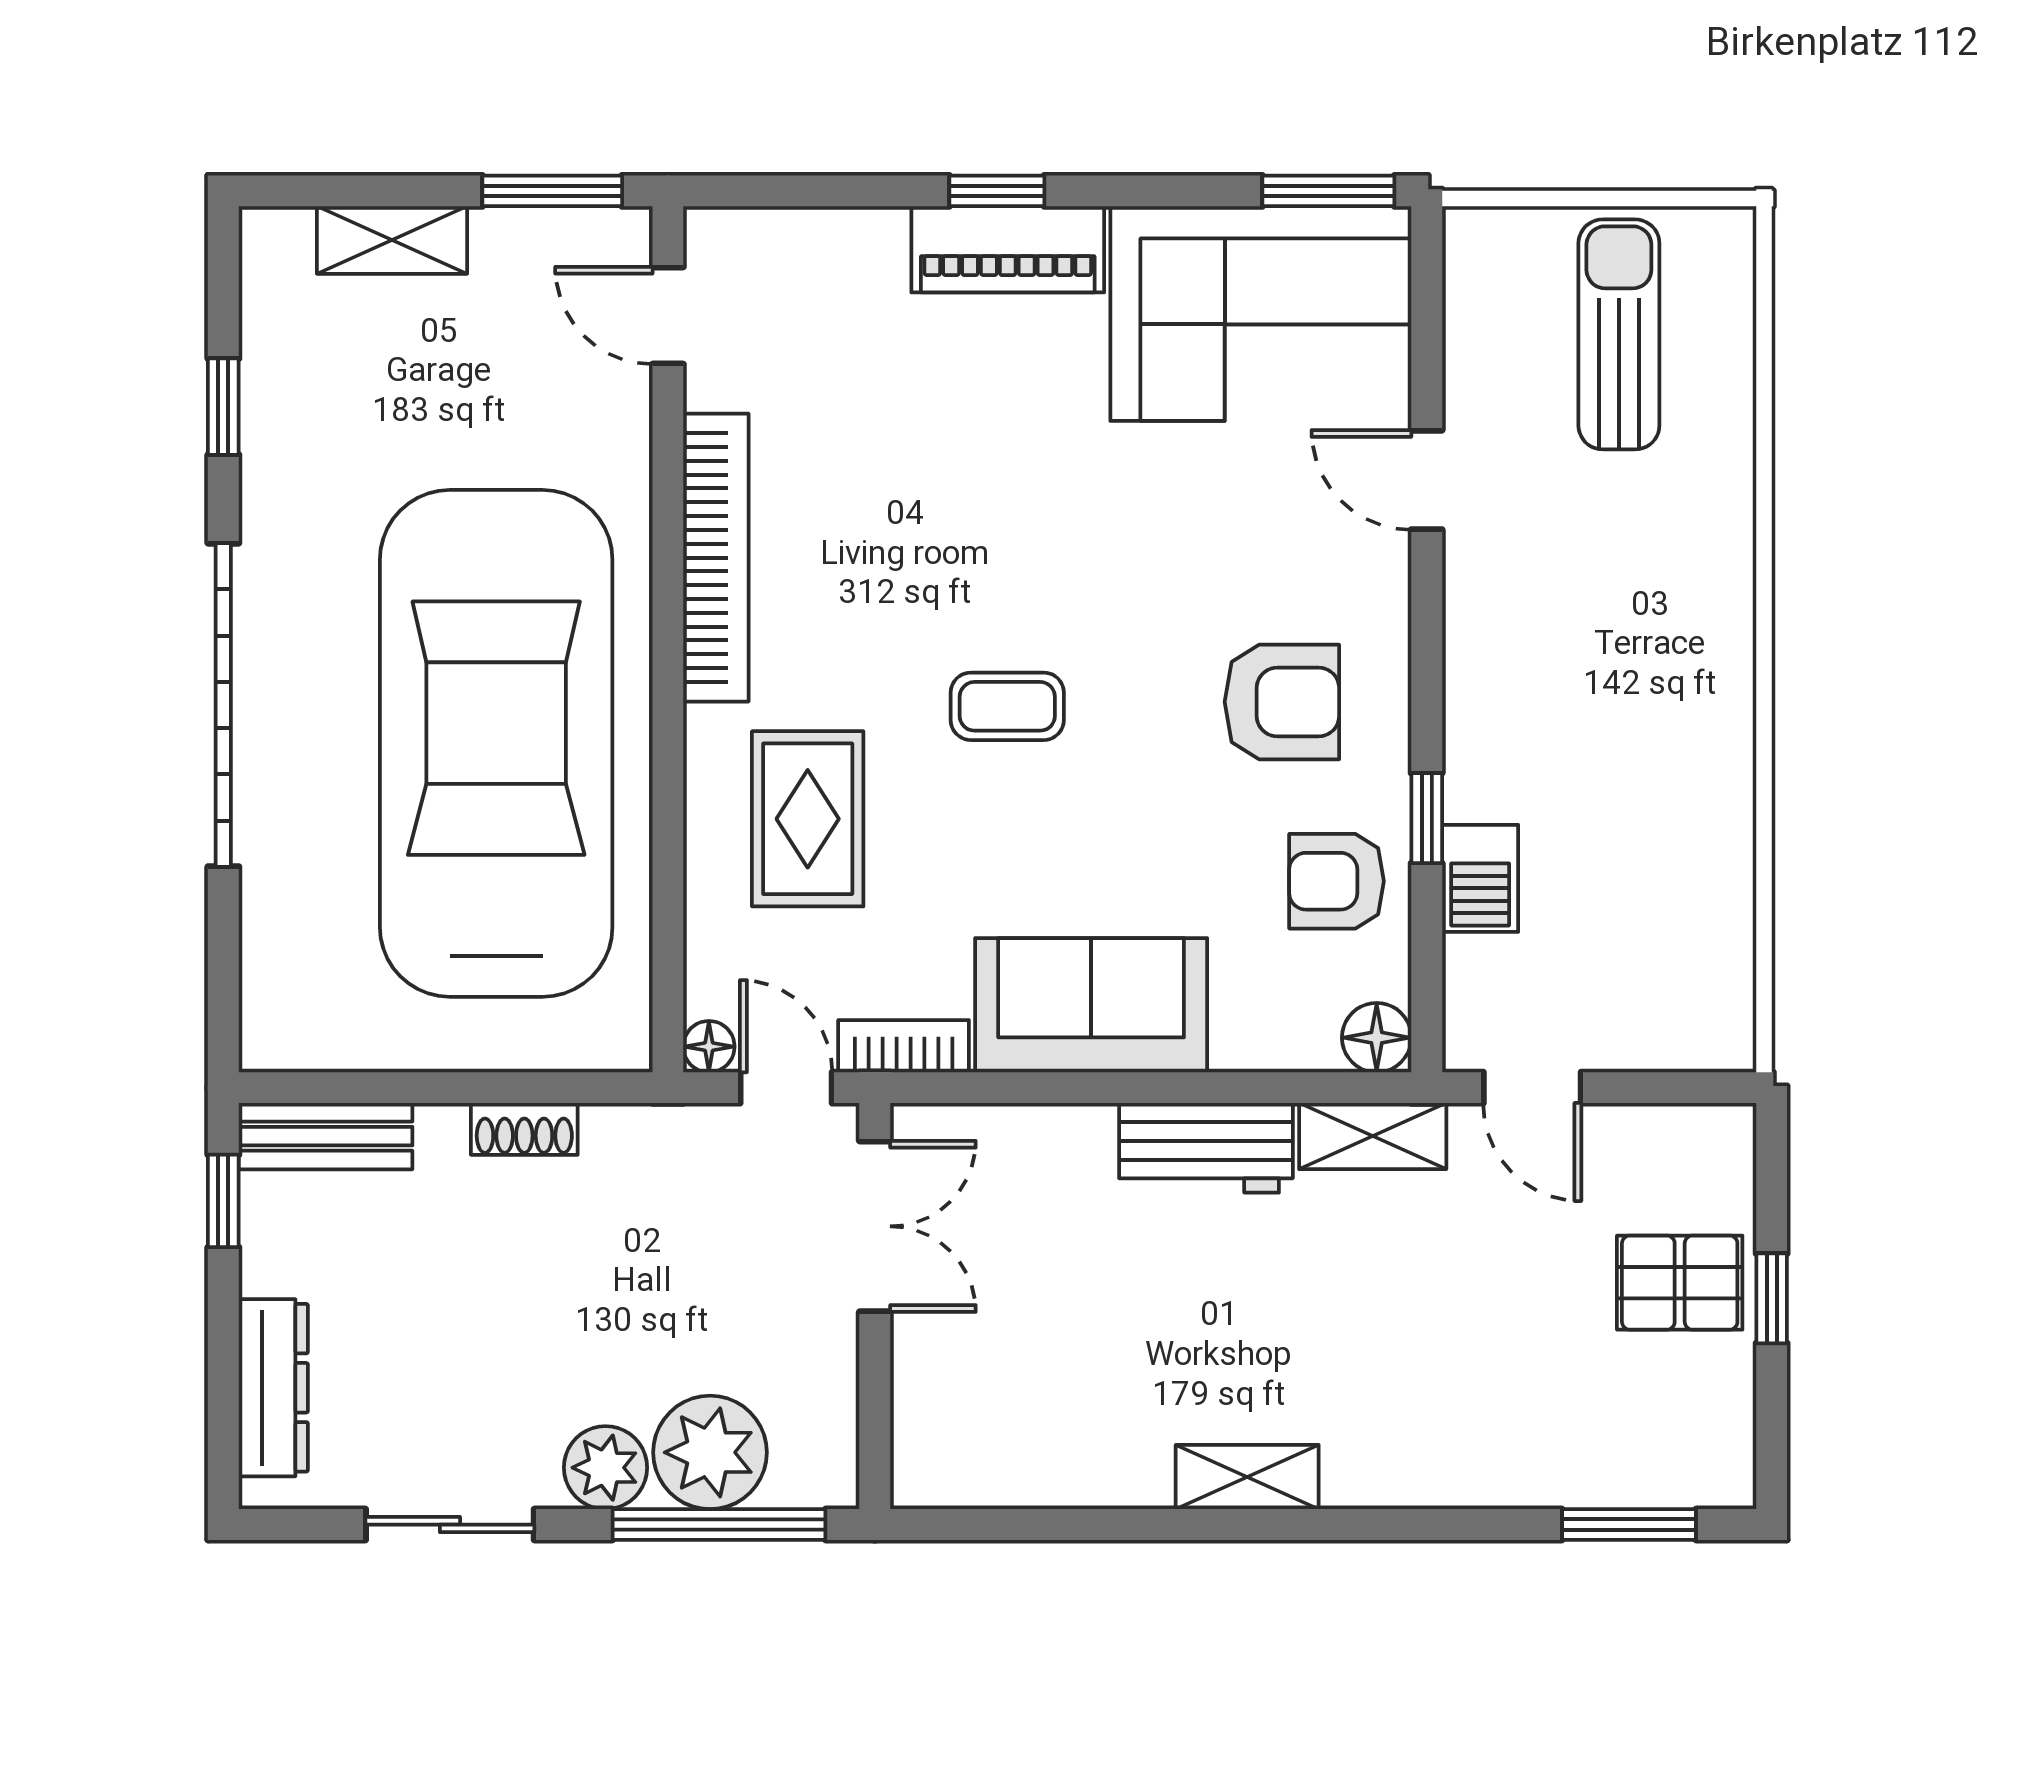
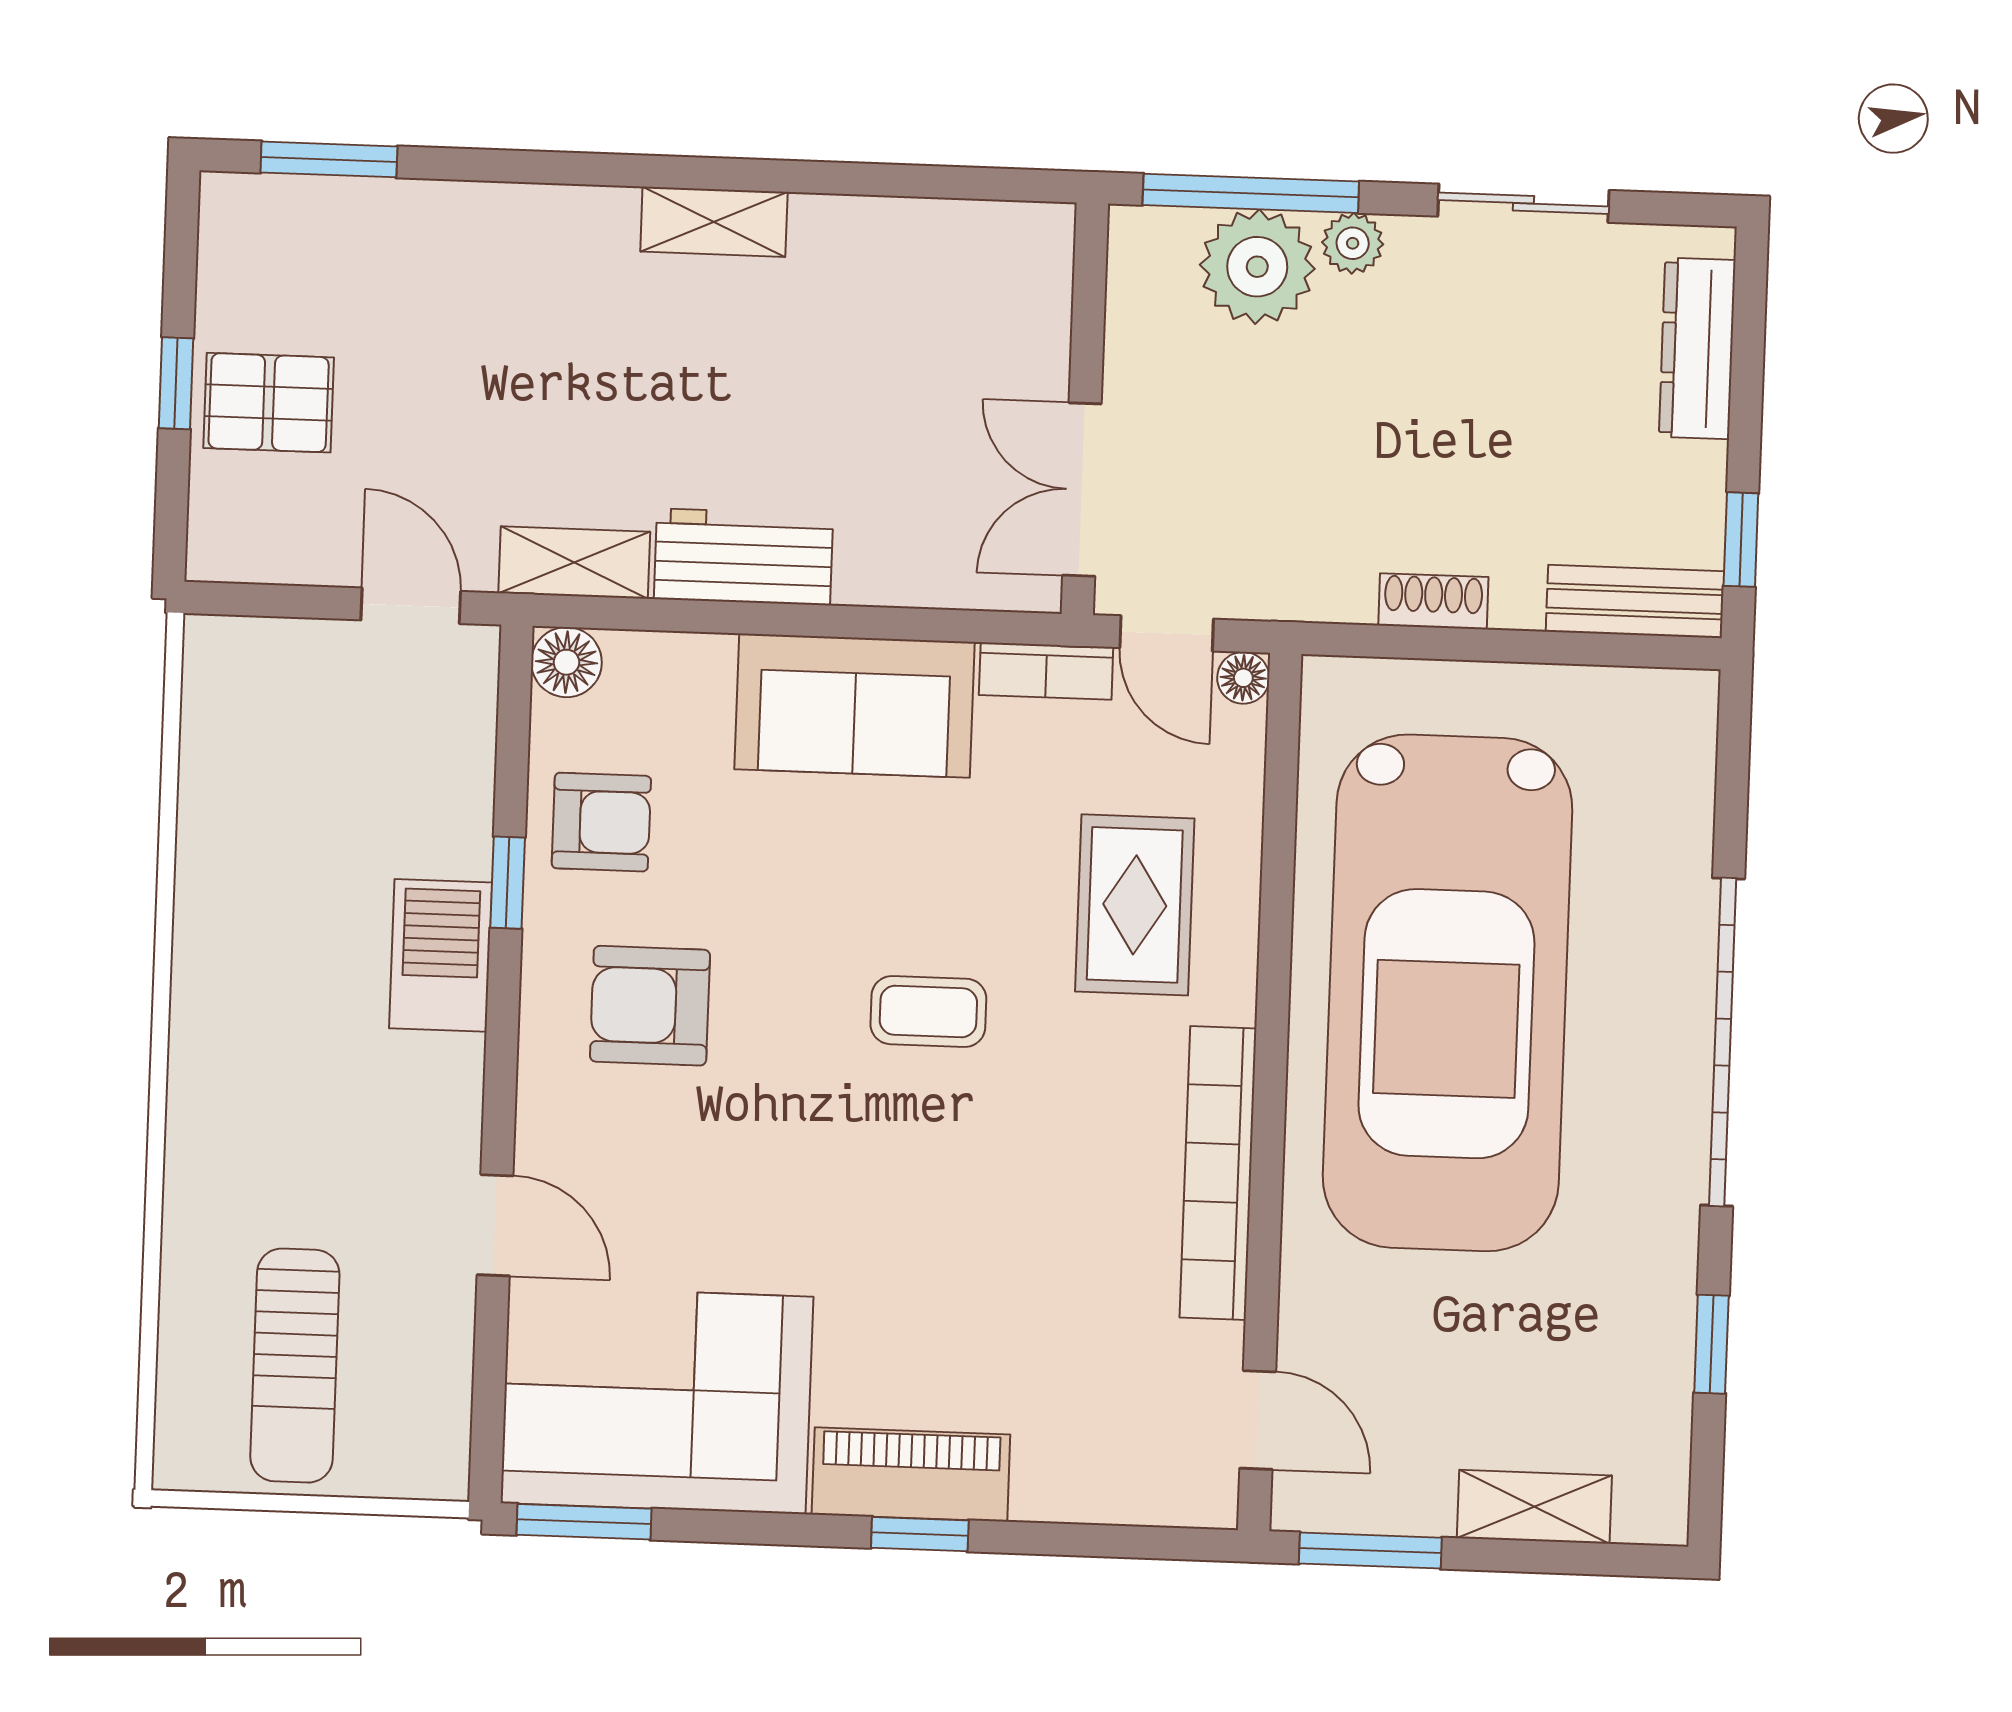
barbecue: (1480, 878) -> (441, 955), moved, width x1.38, depth x1.27
plant: (605, 1468) -> (1353, 243), width x0.73, depth x0.73

